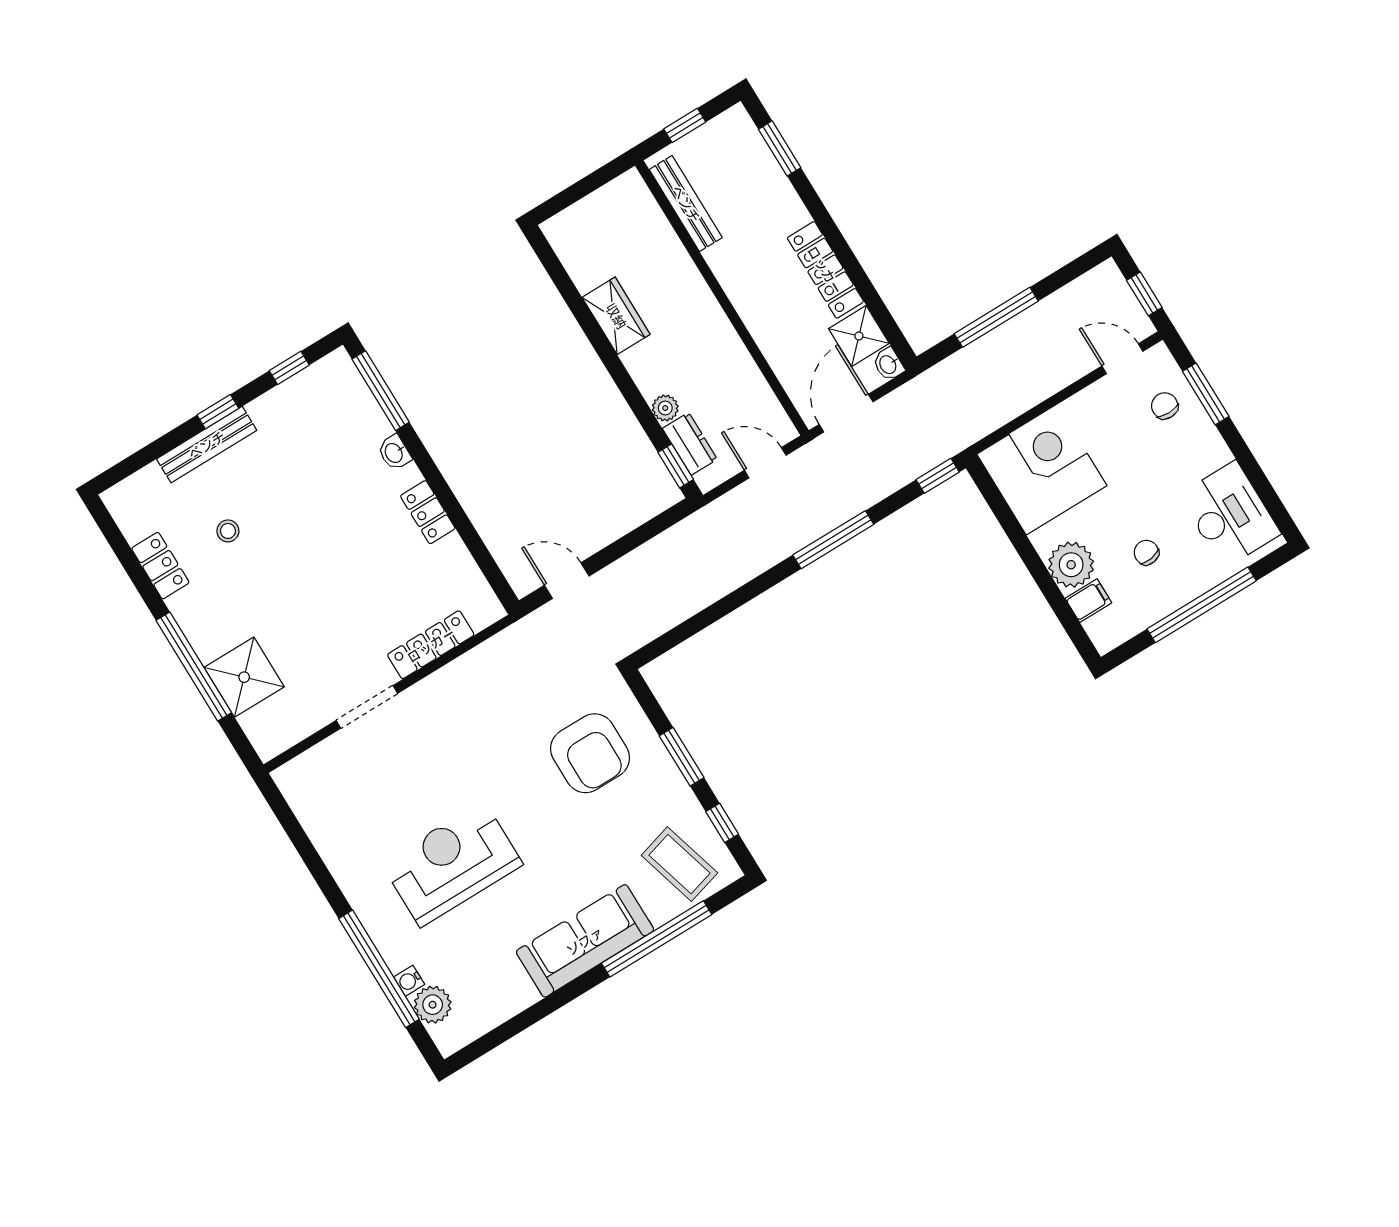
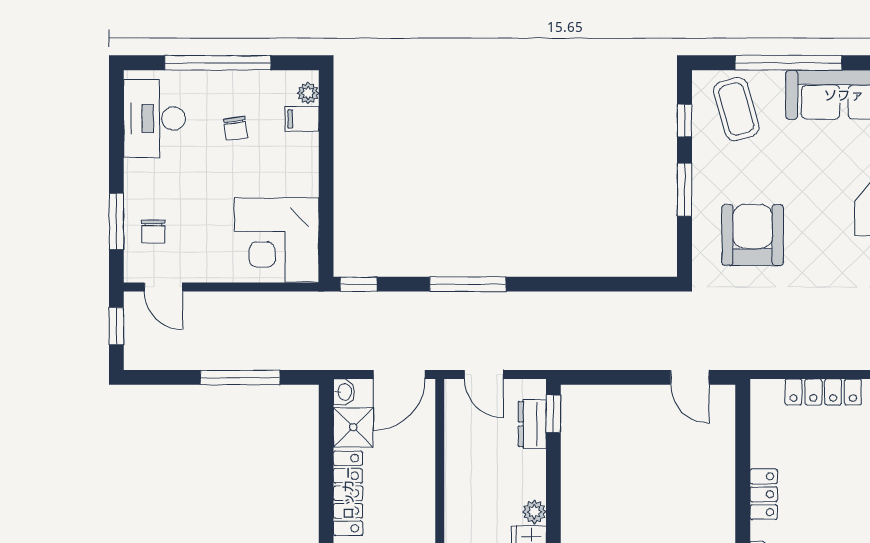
plant: (665, 408) -> (534, 512), moved
plant: (1071, 565) -> (308, 93), moved, width x0.53, depth x0.53

